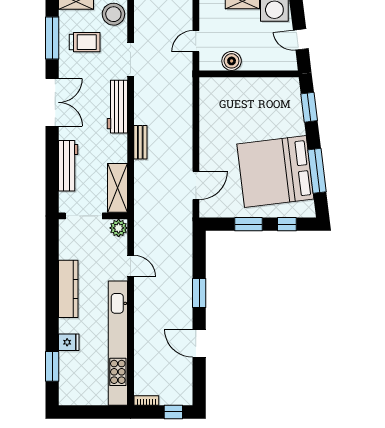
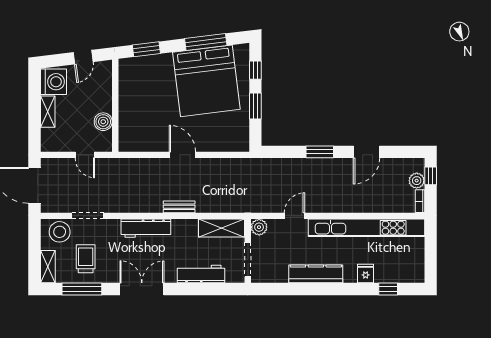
doorway: (131, 59) -> (88, 216), moved
door: (196, 185) -> (182, 155), moved
window: (52, 366) -> (388, 289), width x0.67
plant: (168, 397) -> (417, 181), added

